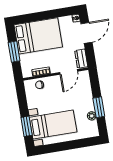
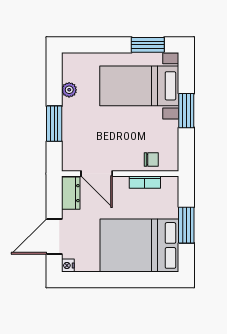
door: (69, 72) -> (97, 174), swing flipped
window: (99, 107) -> (54, 124), moved
window: (27, 126) -> (186, 111), moved
window: (52, 148) -> (148, 45), added

